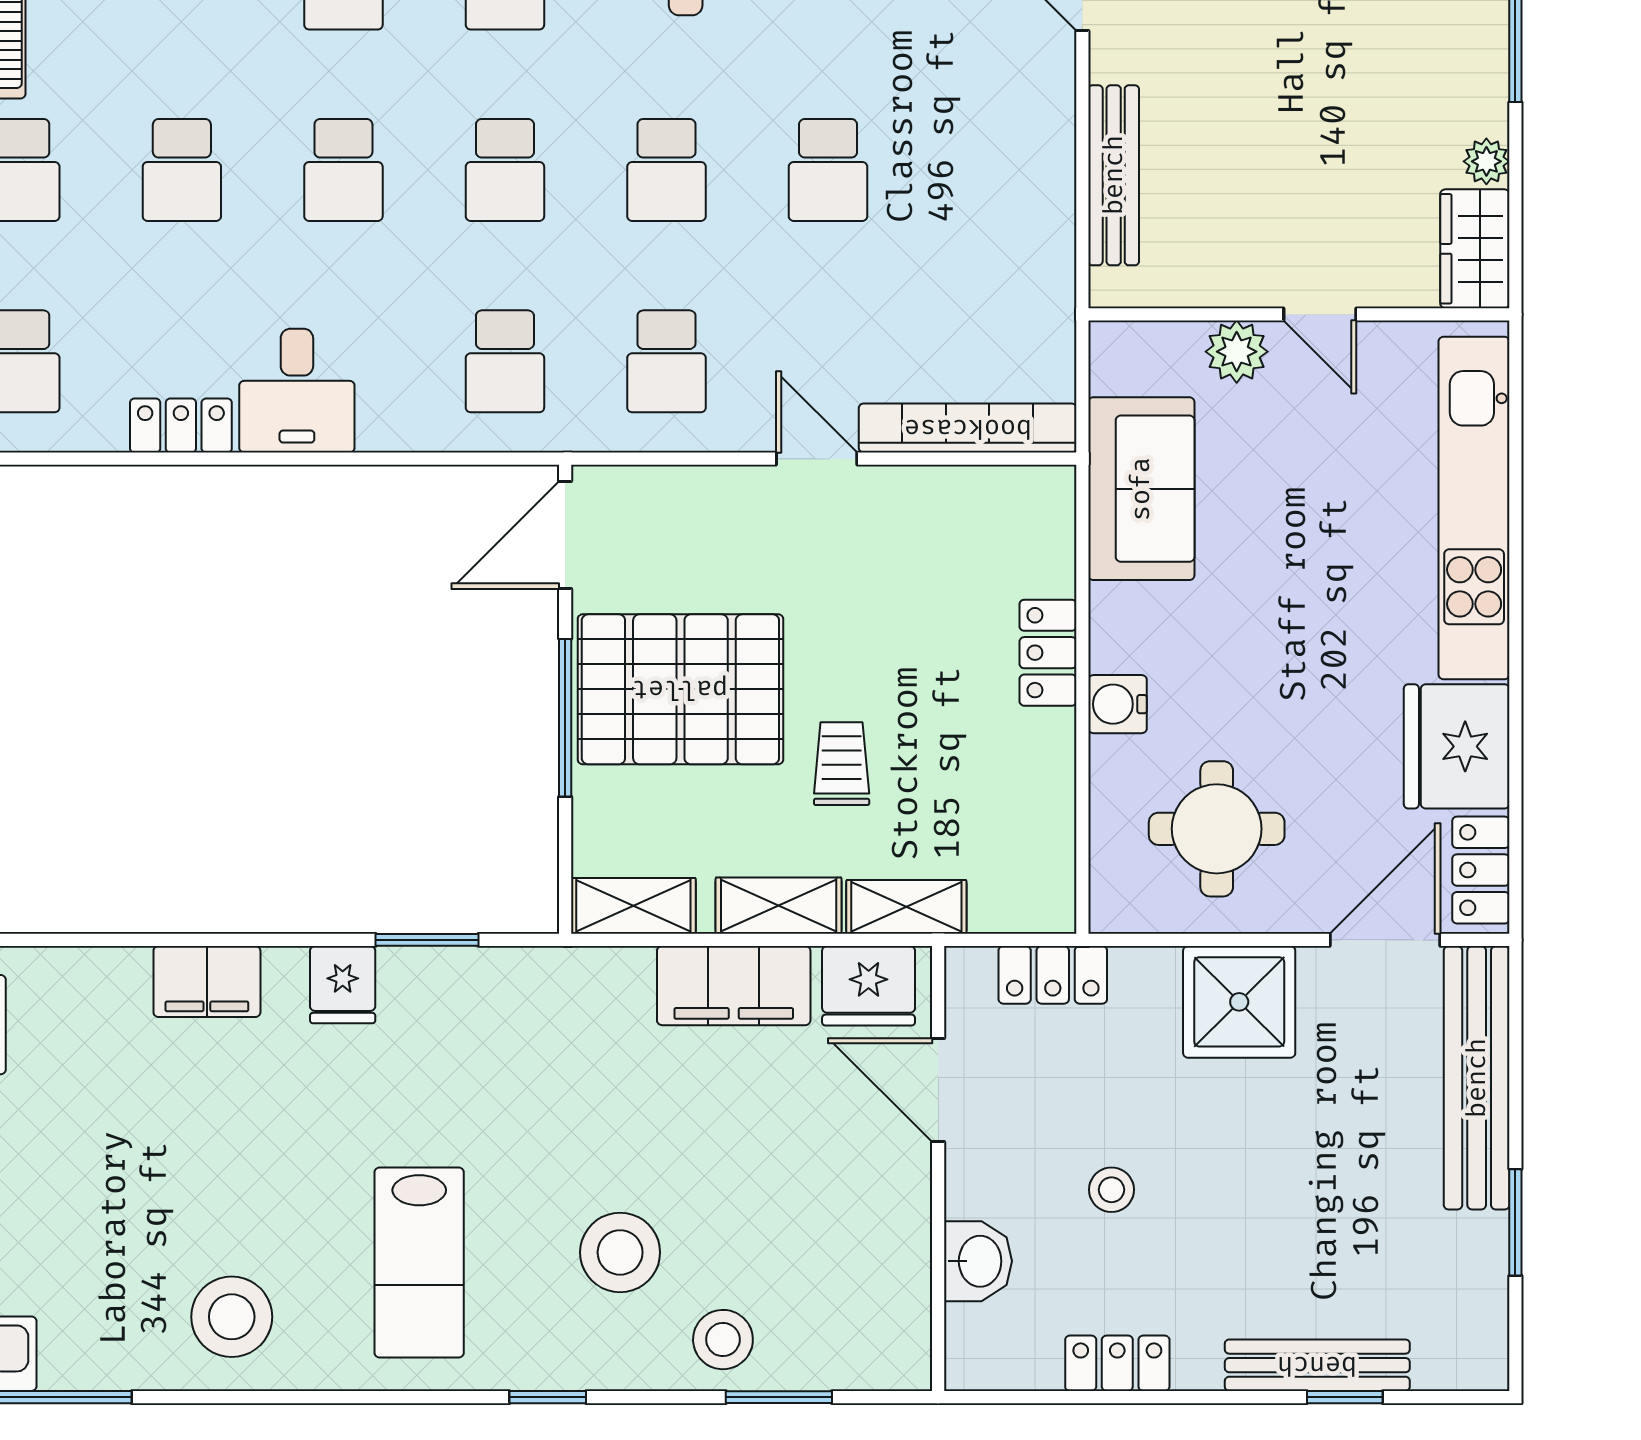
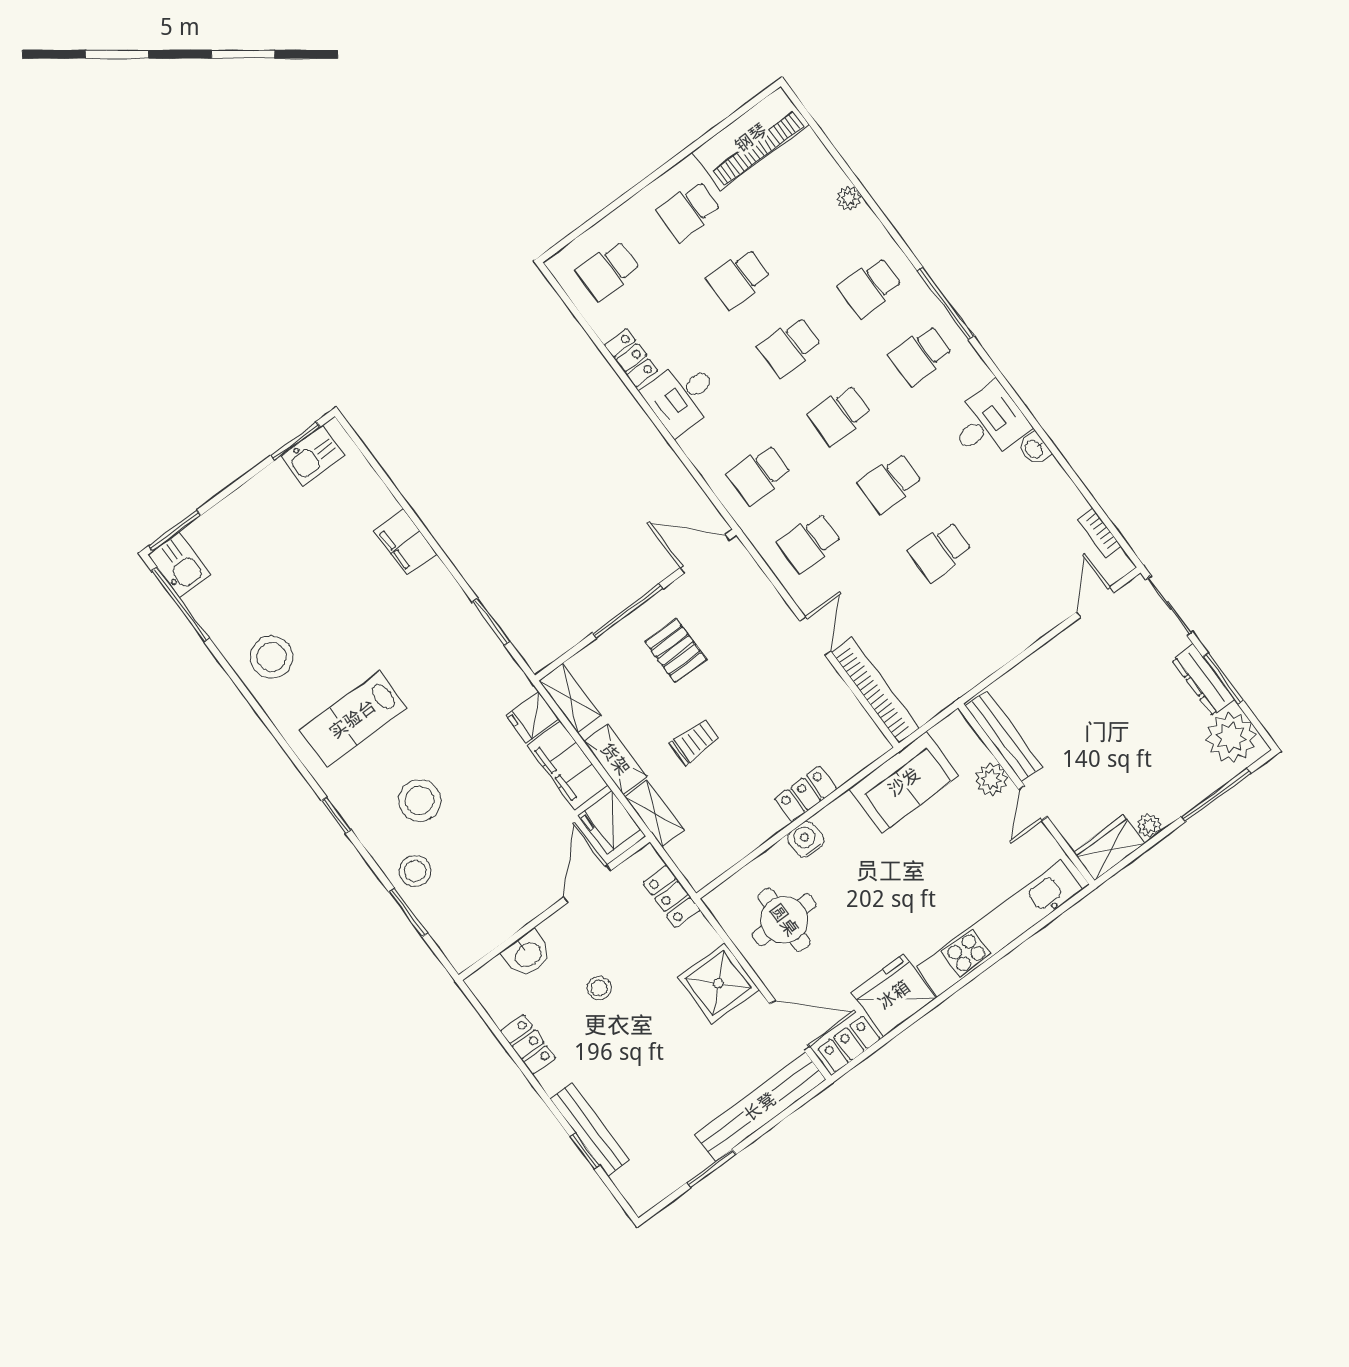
bench: (1114, 175) -> (1004, 736), moved, turned 90
pallet: (680, 689) -> (676, 651), width x0.49, depth x0.50
fridge: (343, 985) -> (532, 717), moved

